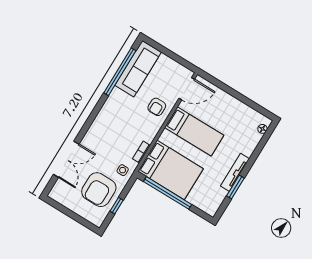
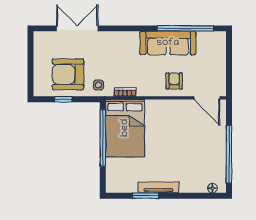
sofa: (138, 69) -> (168, 43), moved
window: (243, 99) -> (229, 154), added
armchair: (157, 107) -> (174, 81), turned 90
bed: (194, 131) -> (173, 128), removed
double door: (66, 159) -> (77, 28), swing flipped

